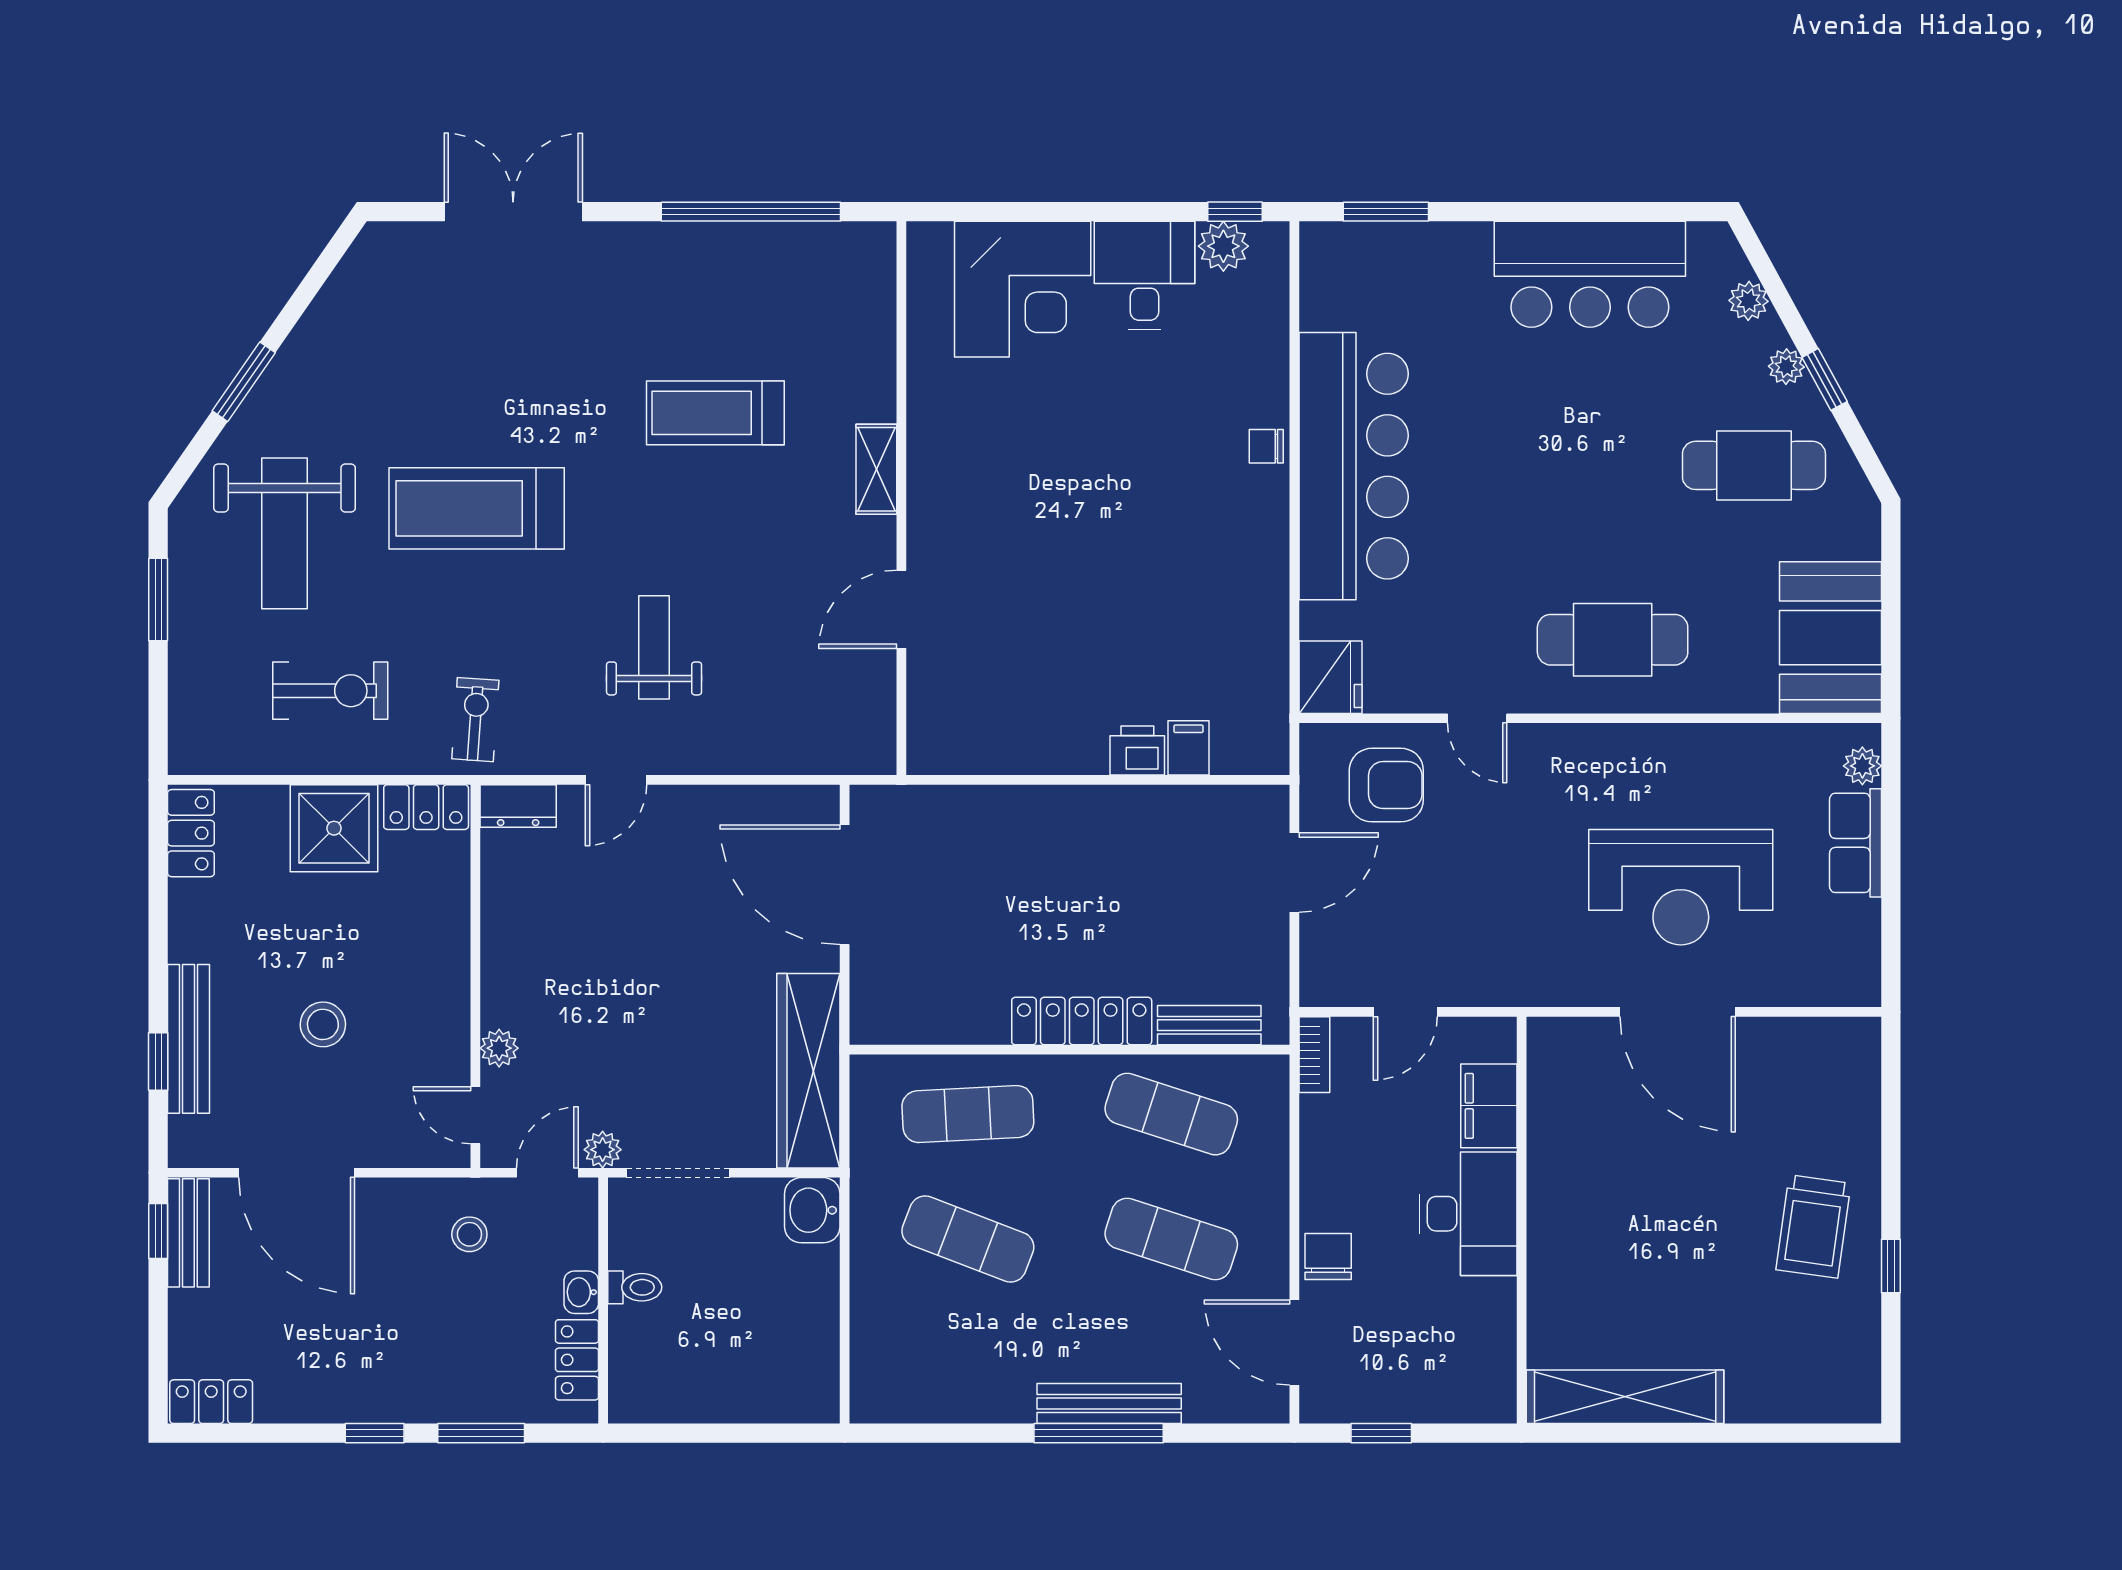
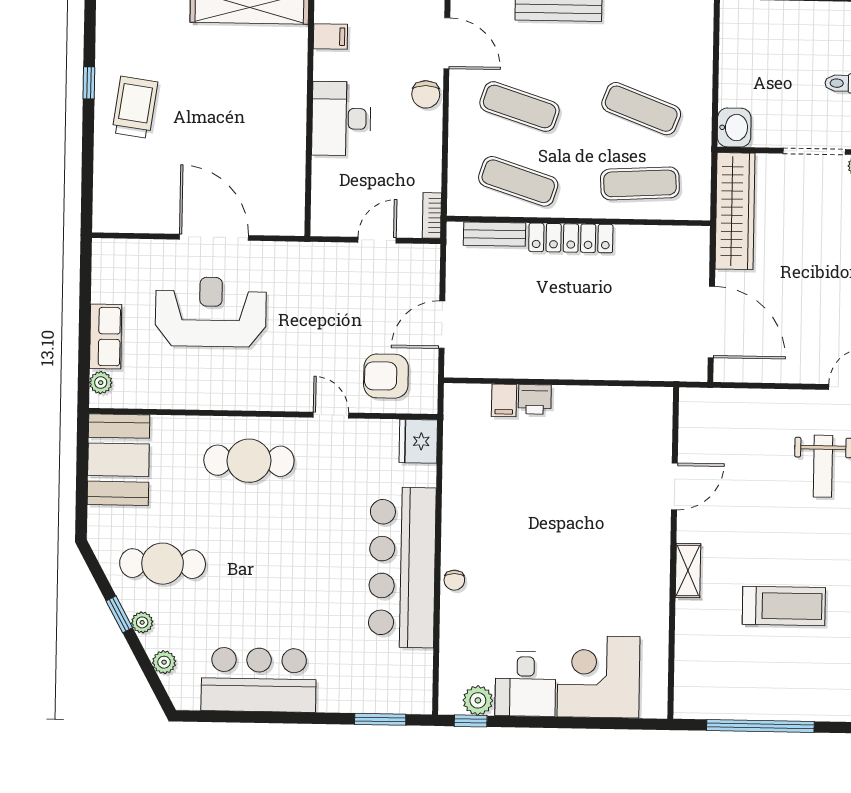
chair: (1266, 446) -> (454, 580), turned 90
filing cabinet: (1489, 1106) -> (330, 36), moved, width x0.50

